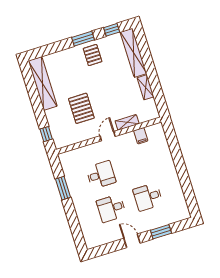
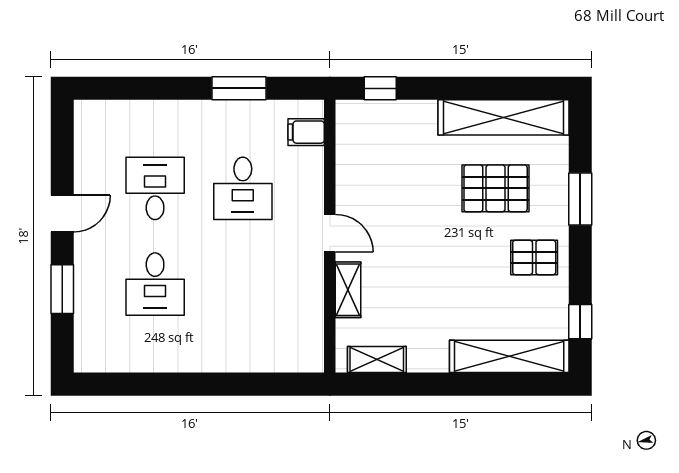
window: (83, 39) -> (580, 199), moved
shelving: (145, 87) -> (377, 360), moved
pallet: (81, 108) -> (496, 188), moved
filing cabinet: (141, 136) -> (306, 132), moved
desk: (148, 197) -> (155, 284), turned 180

